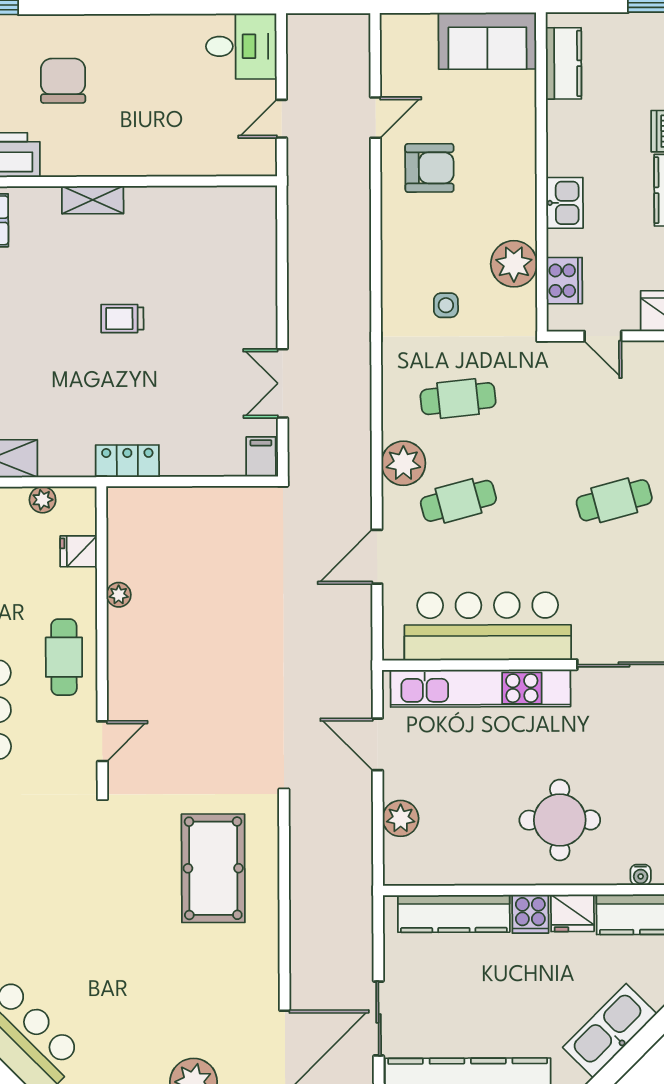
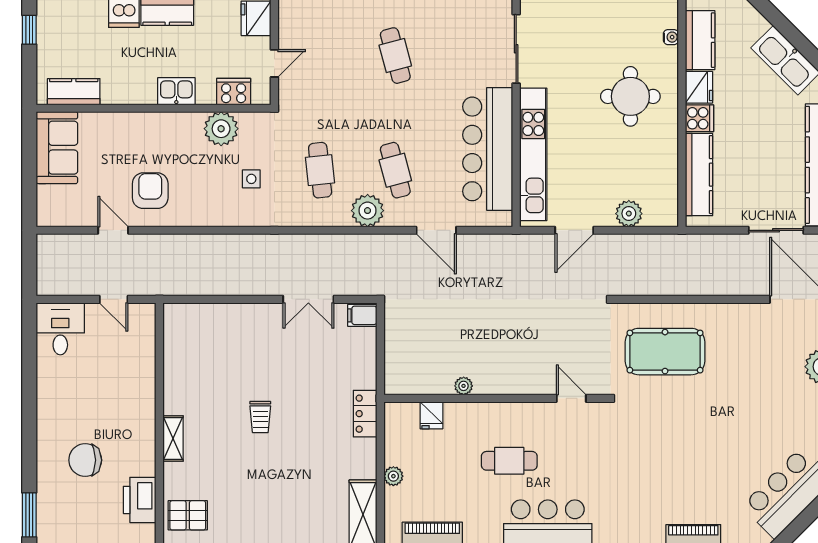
fridge: (78, 551) -> (431, 415), moved
plant: (119, 595) -> (464, 386), moved
wall: (102, 638) -> (495, 398), moved
door: (102, 741) -> (571, 398), moved

